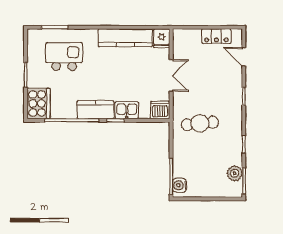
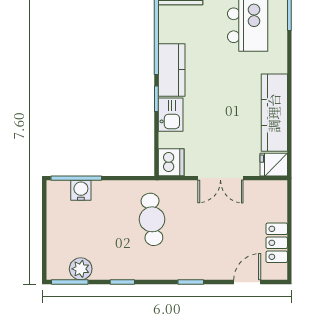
water cooler: (180, 185) -> (81, 190), moved

